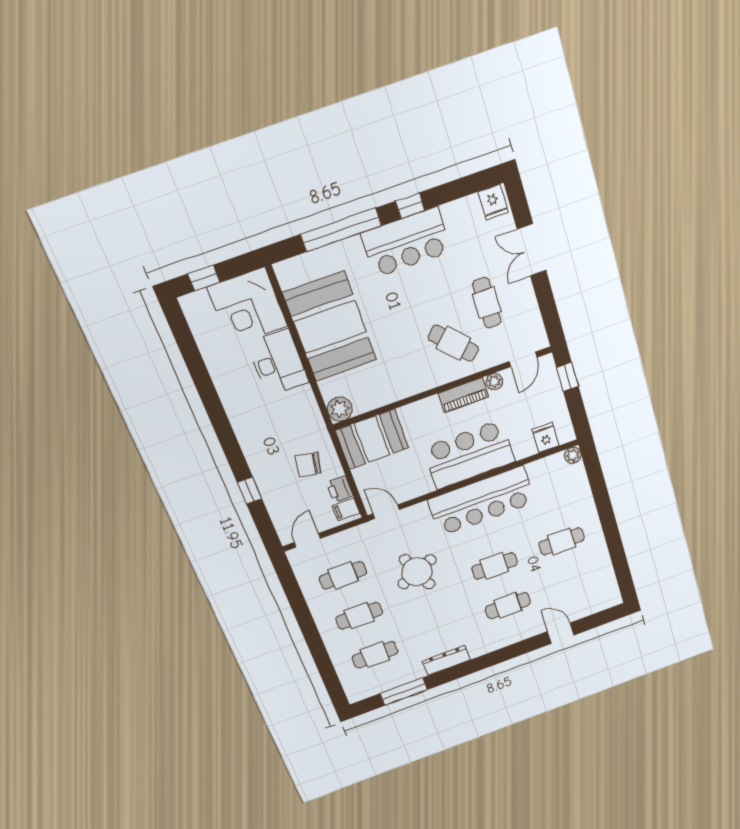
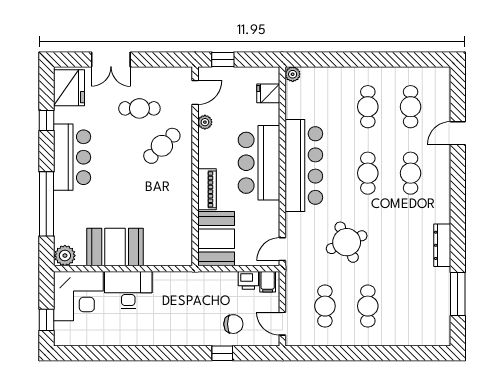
fridge: (493, 202) -> (69, 88), width x1.88, depth x1.34
window: (410, 206) -> (46, 120), moved
booth: (330, 327) -> (115, 247), width x0.73, depth x0.70
door: (523, 359) -> (195, 92), hinge flipped
piano: (464, 395) -> (207, 189), moved
plant: (340, 409) -> (65, 256), moved
chair: (308, 464) -> (233, 324), moved, turned -101
cafe table: (375, 655) -> (411, 107), moved

